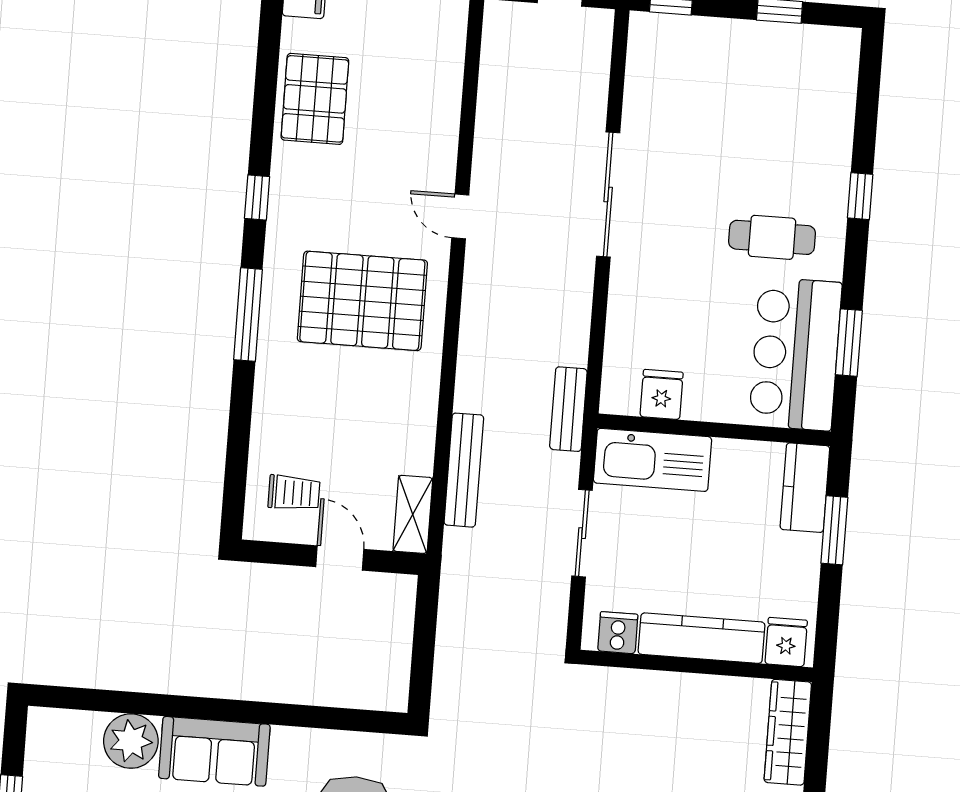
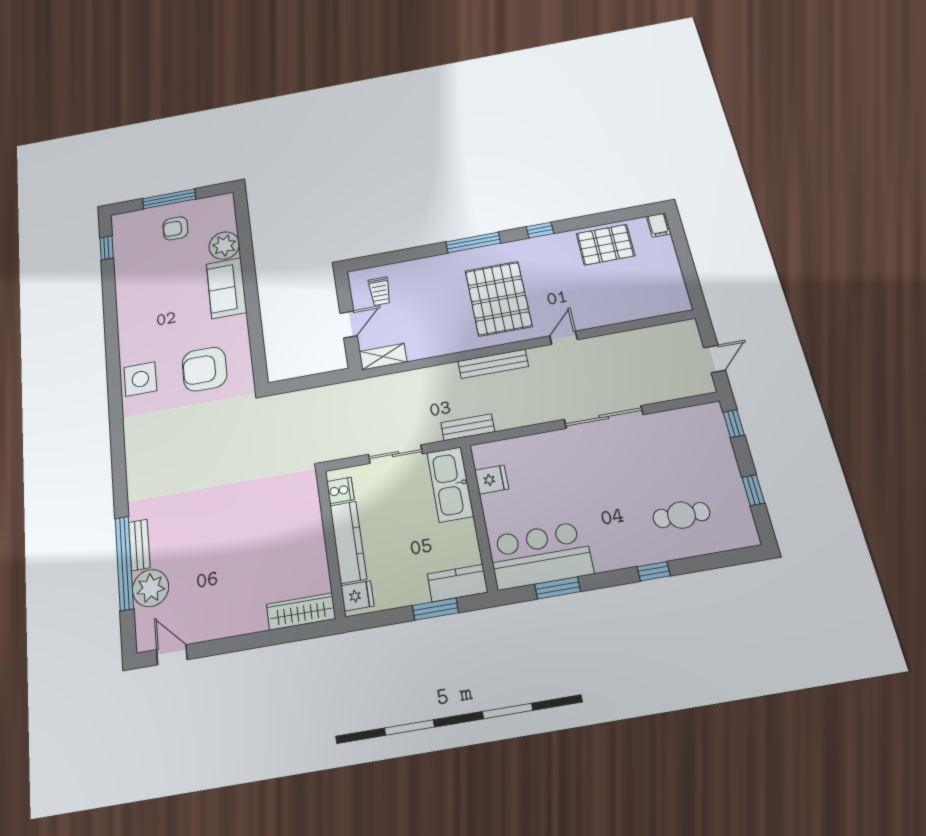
cafe table: (772, 237) -> (681, 515), moved, turned 90
bench: (464, 470) -> (493, 364), moved

